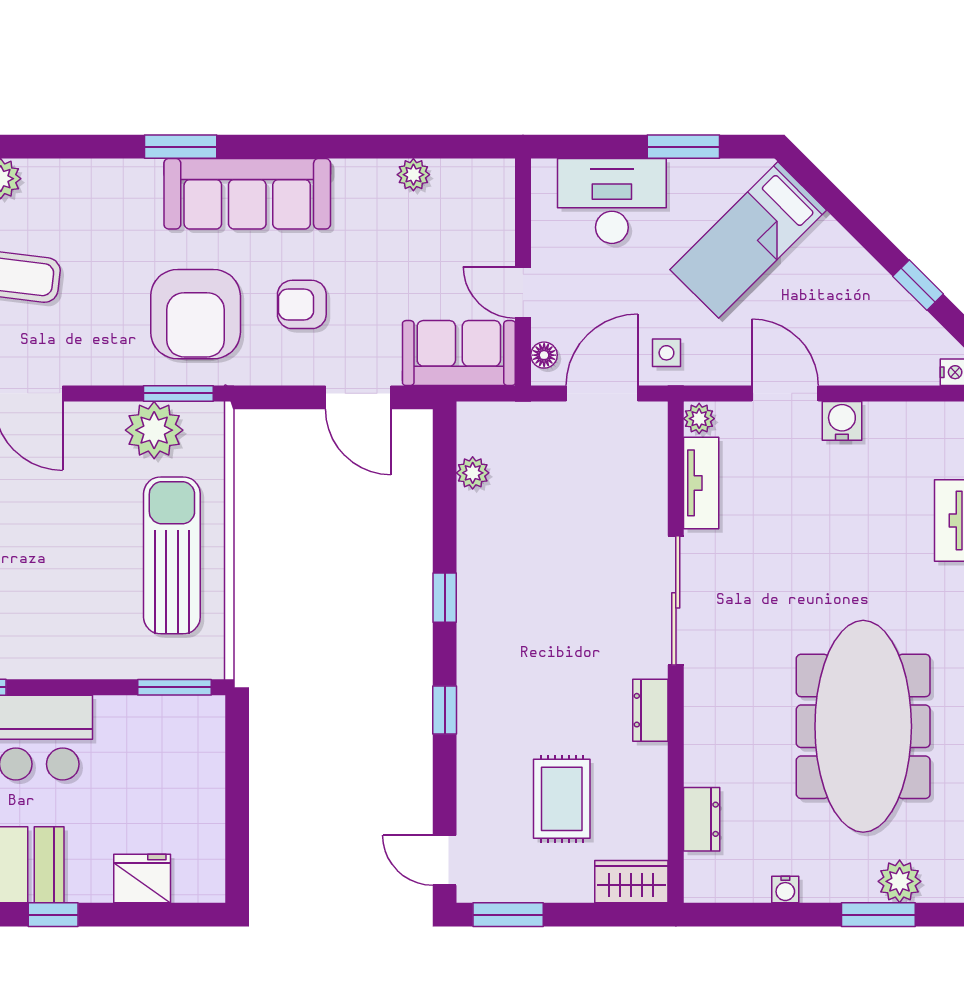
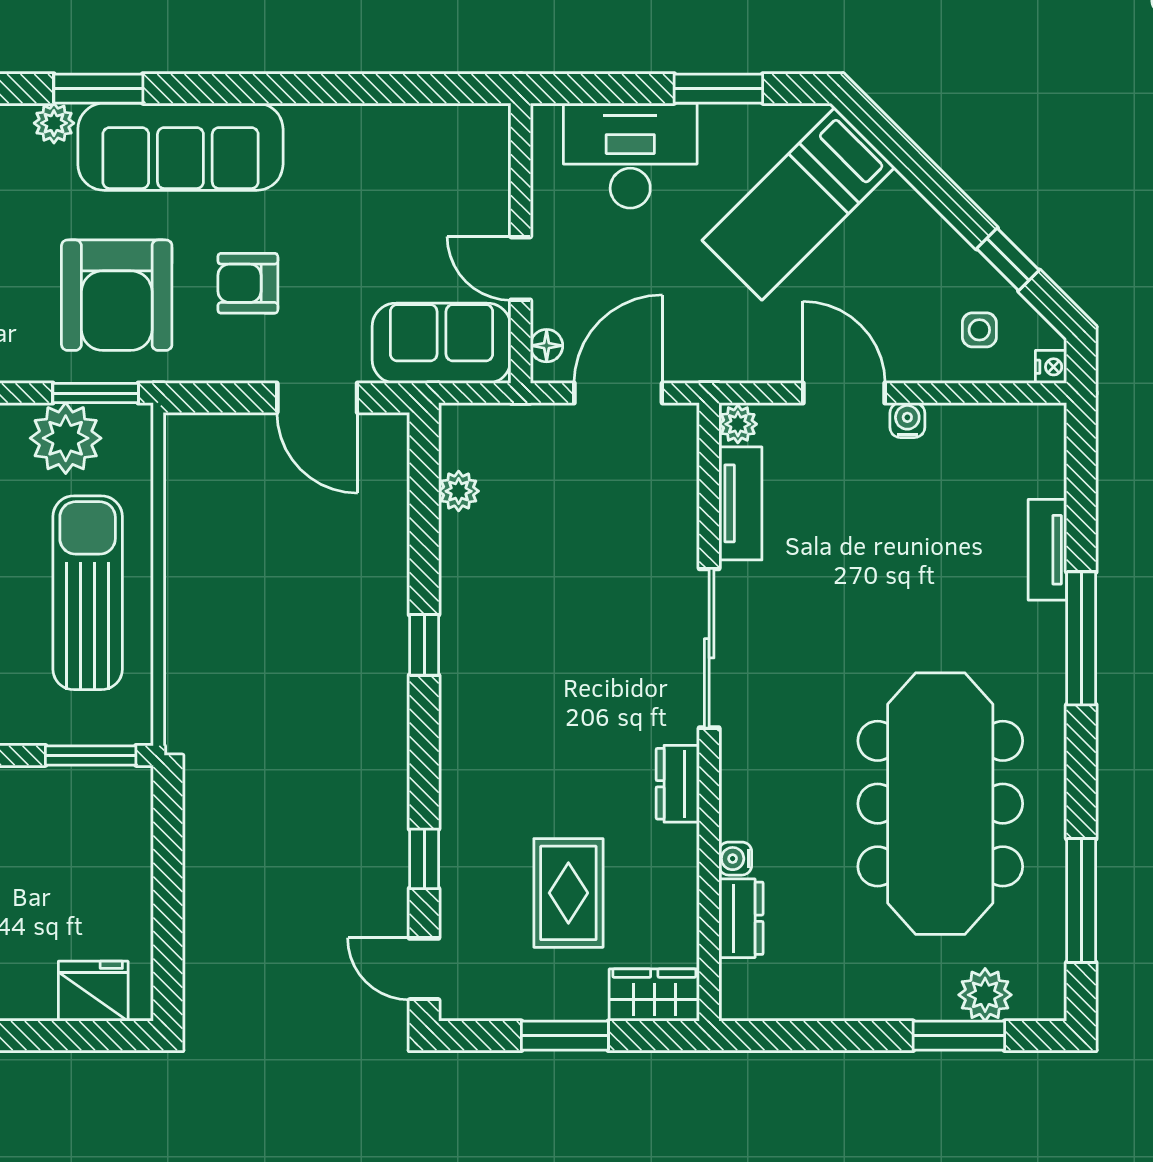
plant: (413, 175) -> (54, 123), moved
side table: (666, 353) -> (979, 330), moved
water cooler: (842, 421) -> (907, 420), width x0.72, depth x0.72
window: (445, 710) -> (424, 859), moved
fridge: (142, 878) -> (93, 991), moved
water cooler: (785, 889) -> (735, 859), moved, turned 90
window: (508, 915) -> (565, 1036), moved

